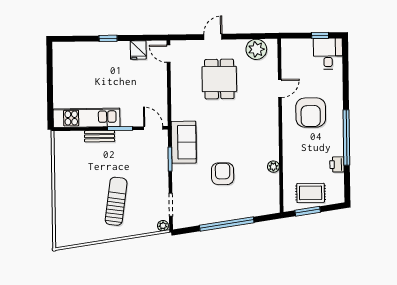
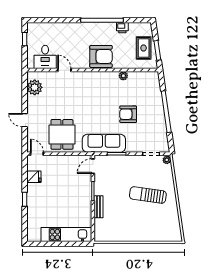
door: (169, 54) -> (37, 154), swing flipped
desk: (328, 54) -> (45, 57), moved, turned -90
dining table: (219, 79) -> (62, 134), moved, turned 90
armchair: (311, 113) -> (101, 56), moved
kitchen unit: (87, 118) -> (66, 235), moved, turned 90
sofa: (184, 142) -> (104, 143), width x1.36

